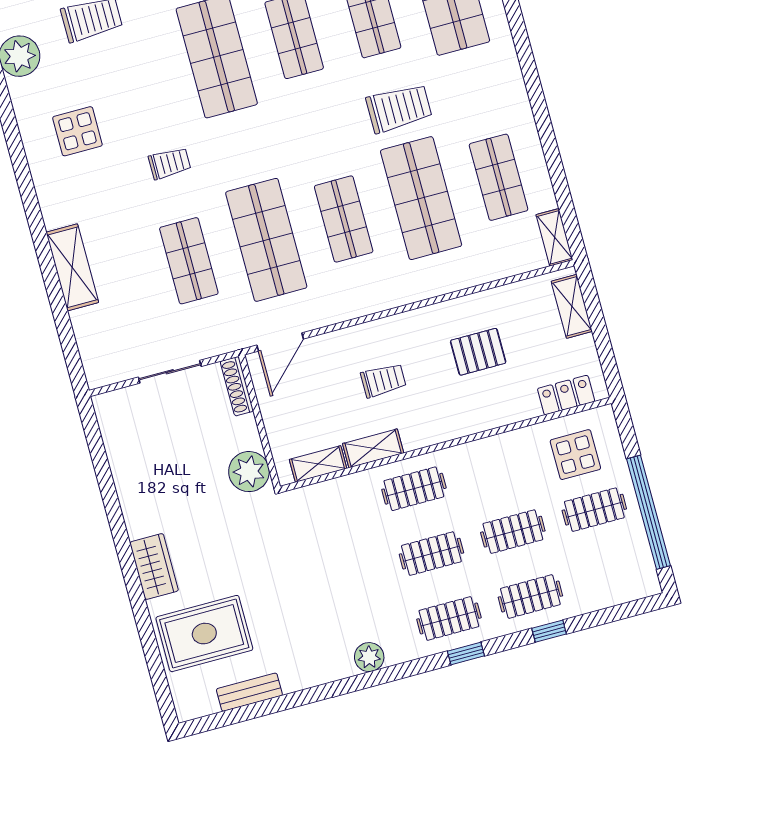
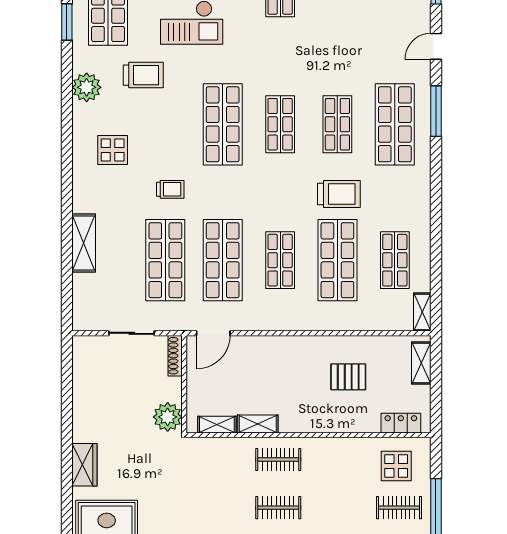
shop shelf: (189, 261) -> (165, 260), width x1.43, depth x1.36
trolley: (383, 380) -> (277, 379), removed
clothes rail: (513, 532) -> (339, 508), removed

